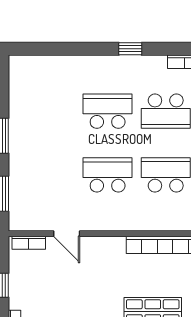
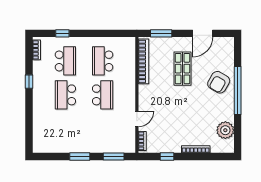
school desk: (108, 175) -> (103, 95), turned 180

